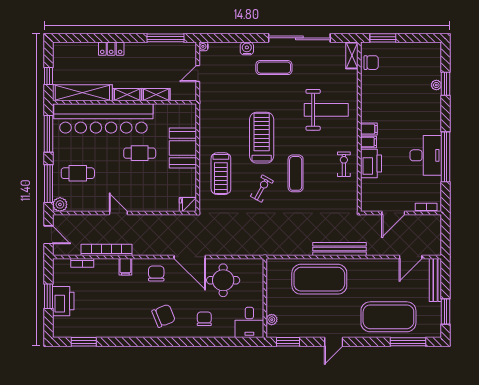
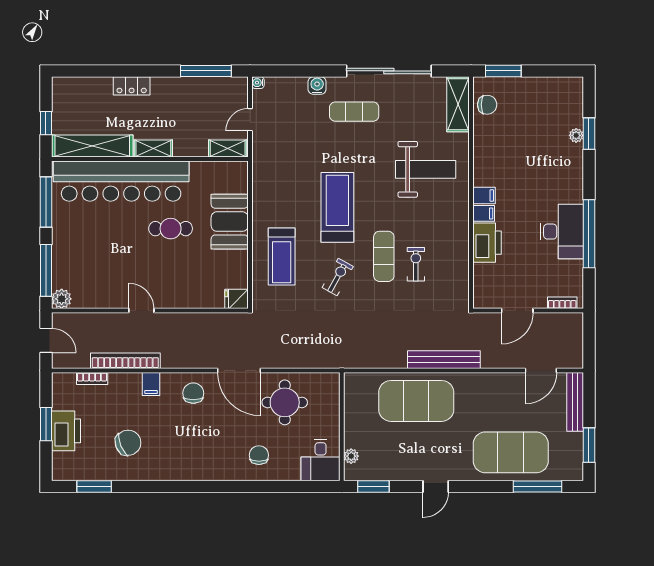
shelving: (352, 55) -> (458, 104), width x1.50, depth x1.33
shelving: (156, 95) -> (228, 149), moved
exercise bike: (344, 164) -> (416, 264), moved
cafe table: (78, 173) -> (86, 256), removed
chair: (164, 316) -> (128, 443), moved

